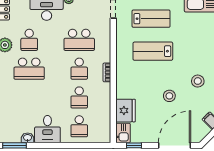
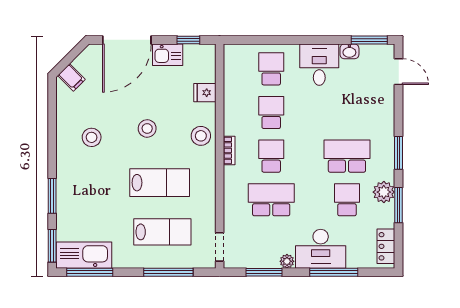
lab bench: (151, 19) -> (162, 232), turned 180
stool: (126, 82) -> (201, 136), added
stool: (169, 96) -> (147, 128), moved
fridge: (125, 111) -> (205, 93), width x0.53, depth x0.75
kitchen sink: (123, 133) -> (168, 55), moved, turned -90

